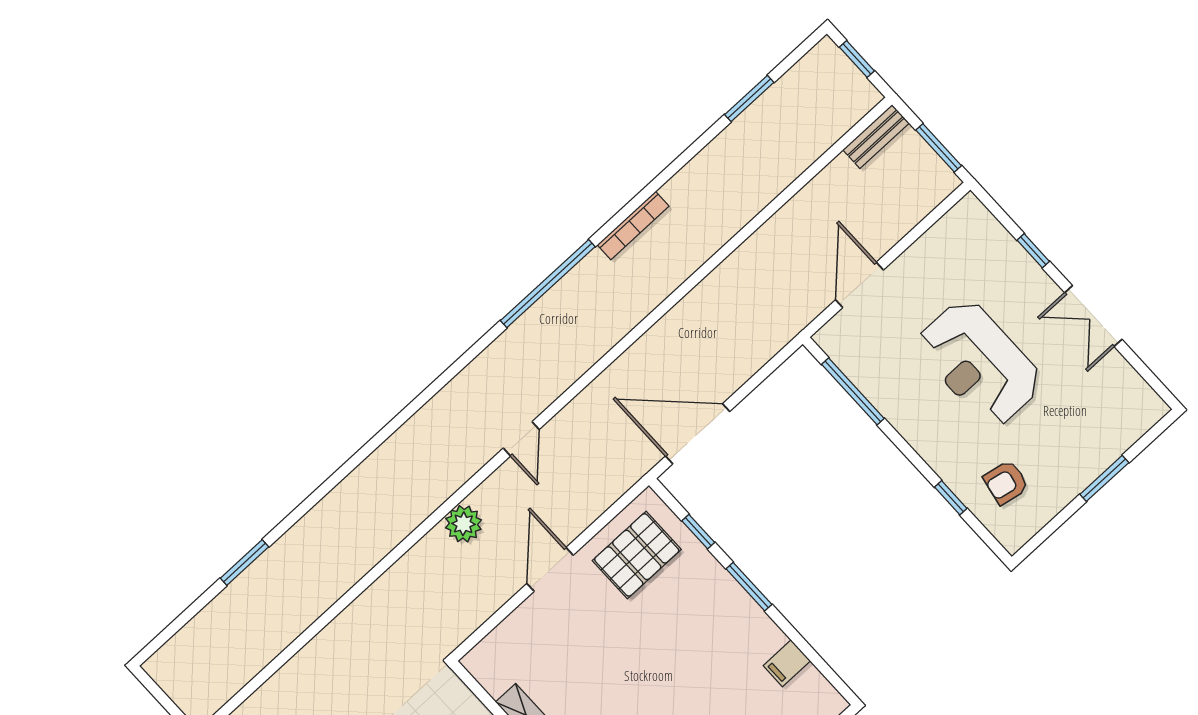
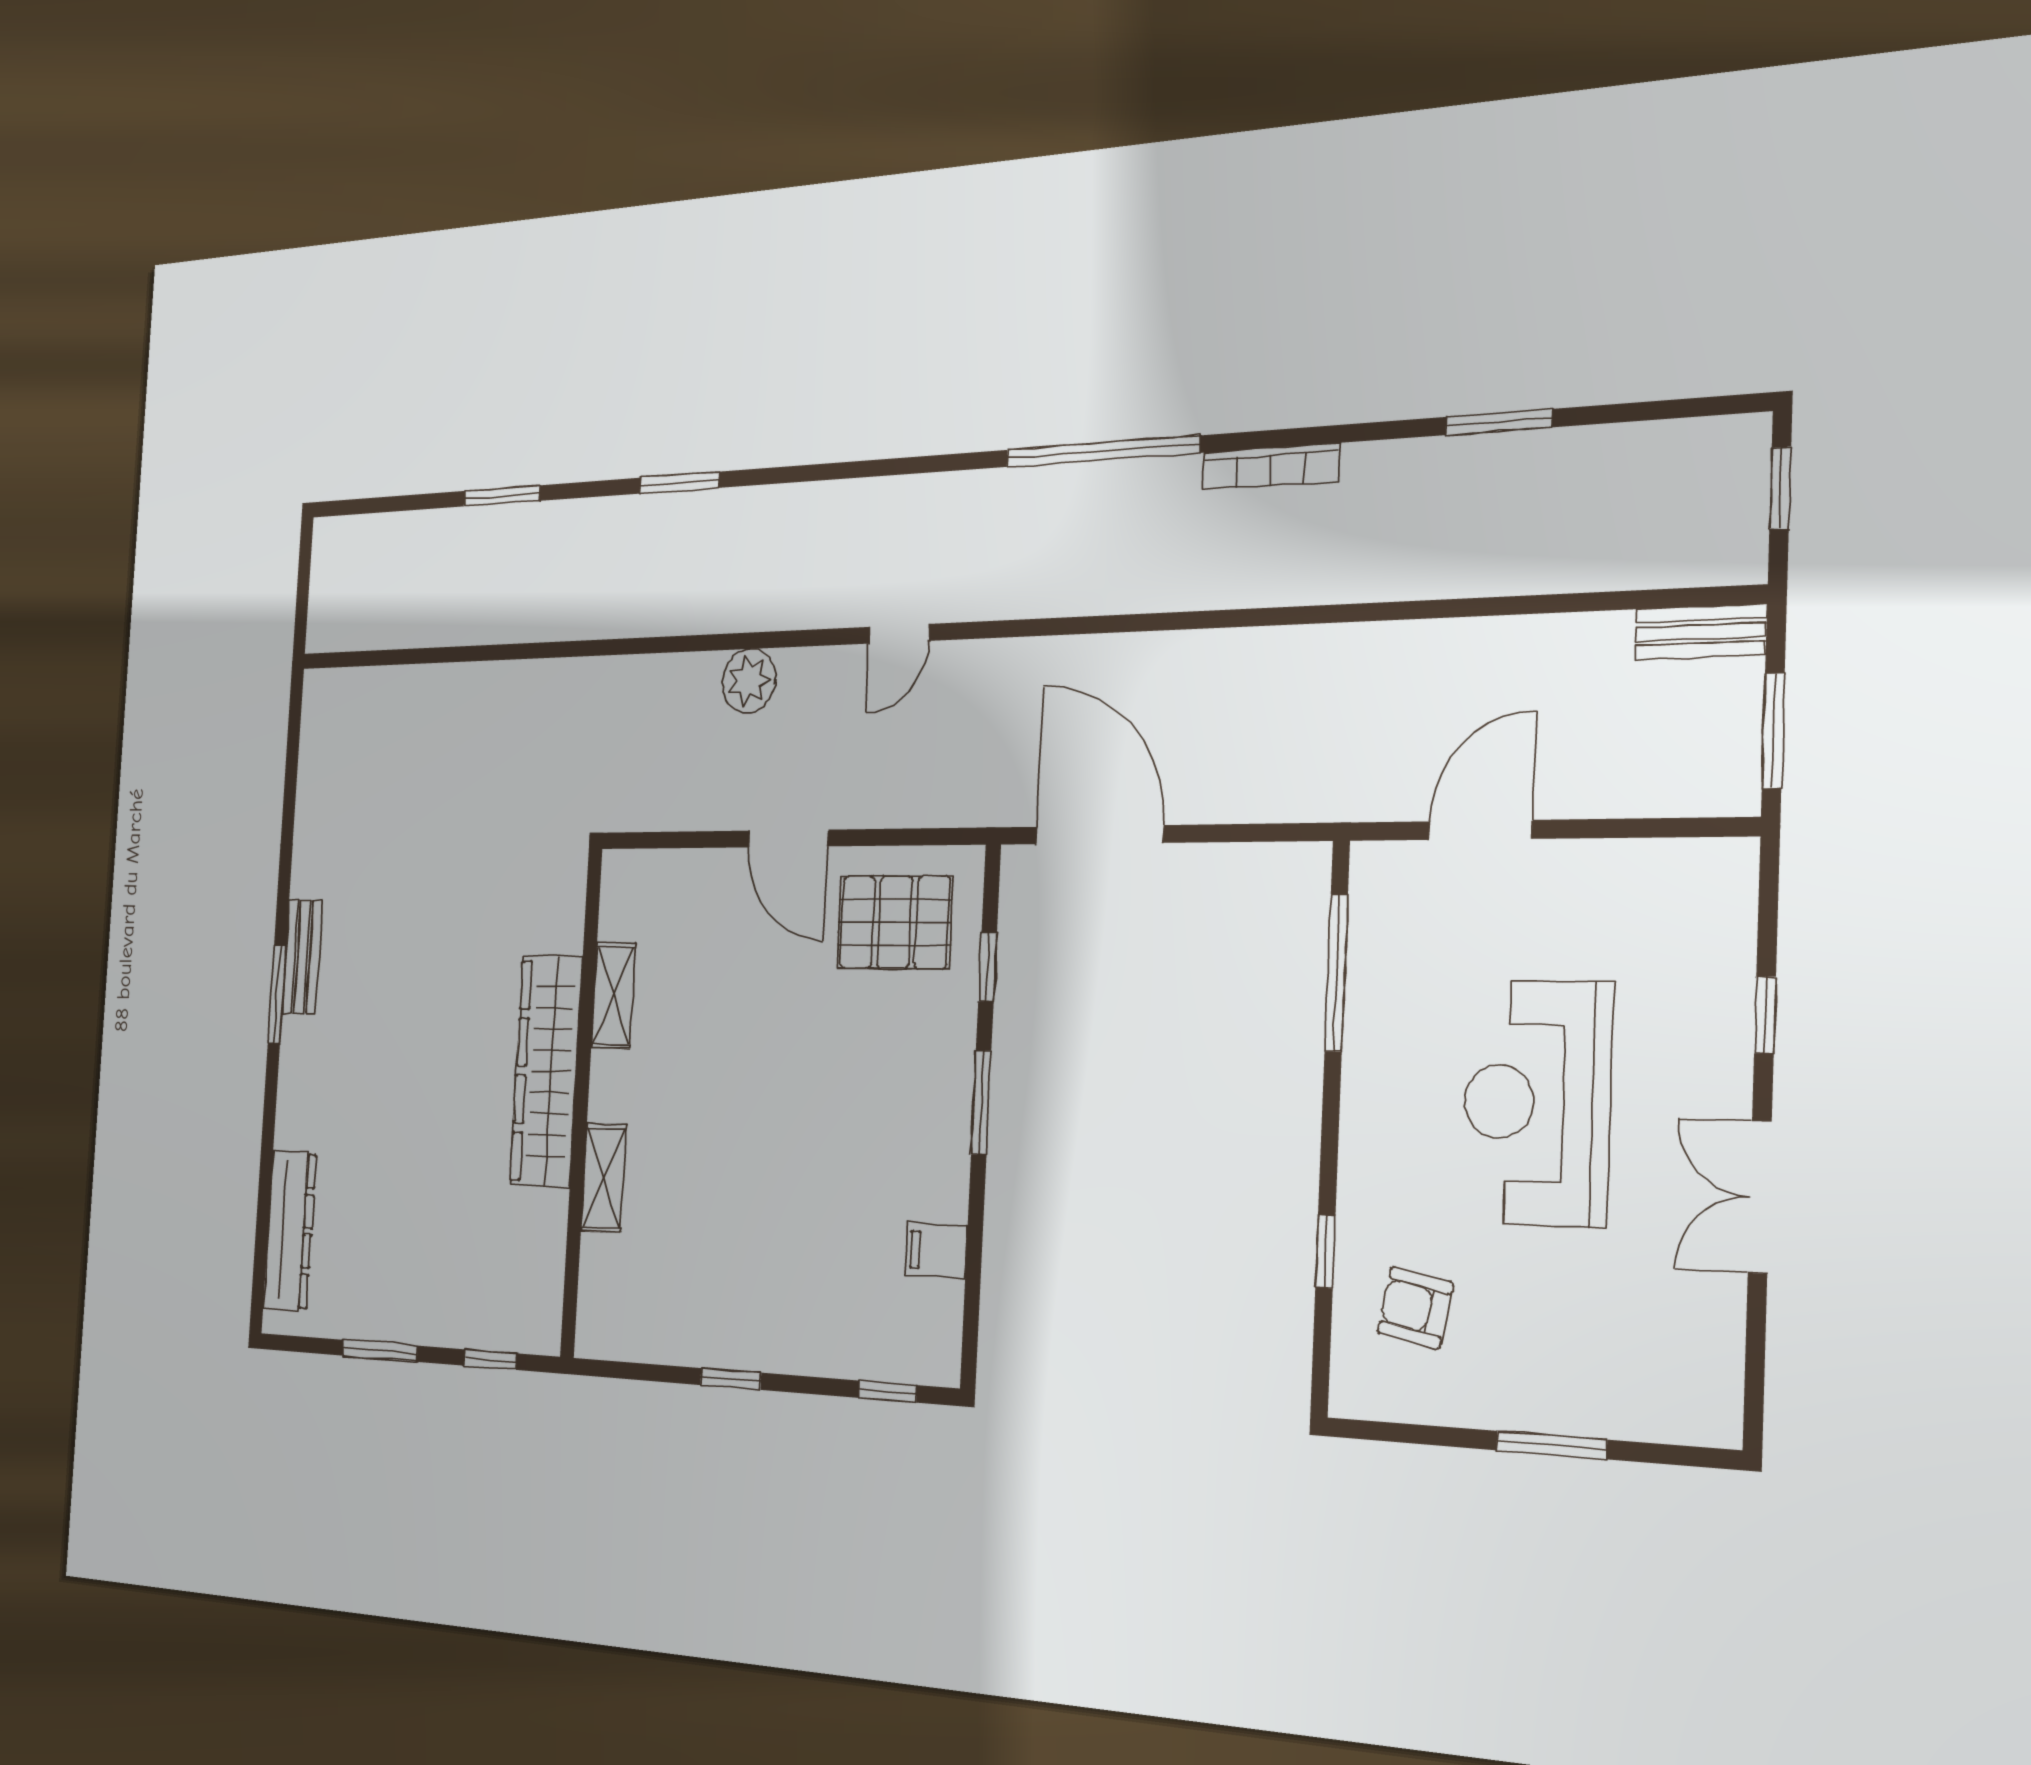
window: (749, 98) -> (1499, 422), moved
window: (341, 474) -> (679, 483), added
door: (550, 569) -> (788, 839), swing flipped

